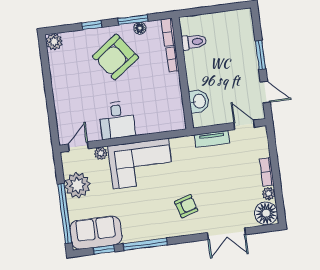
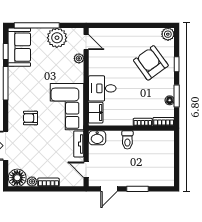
toilet: (194, 42) -> (127, 140), moved
armchair: (115, 57) -> (151, 63), moved
washbasin: (199, 101) -> (97, 138), moved
desk: (117, 120) -> (102, 88), moved
filing cabinet: (168, 122) -> (96, 113), added
door: (244, 125) -> (86, 170), swing flipped
corner sofa: (141, 164) -> (67, 107), moved
armchair: (186, 206) -> (30, 118), turned 107

